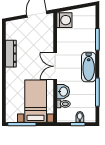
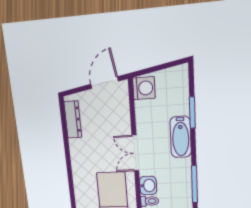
dresser: (11, 54) -> (73, 120), moved
bathtub: (89, 67) -> (181, 137), moved

